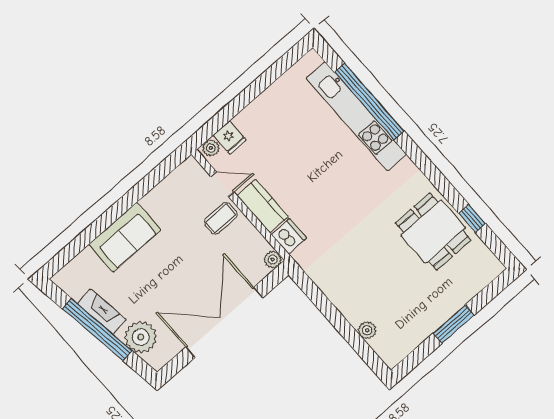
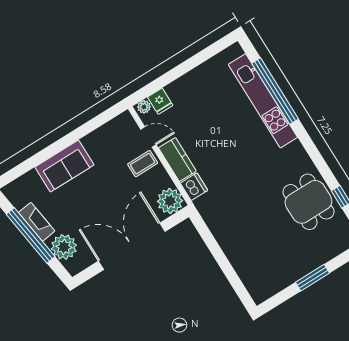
plant: (273, 260) -> (170, 201), width x1.87, depth x1.87
plant: (367, 330) -> (243, 271), removed

